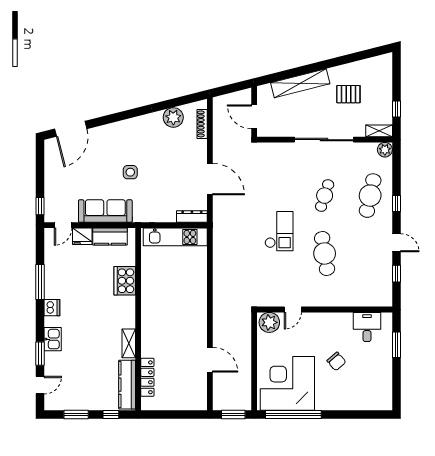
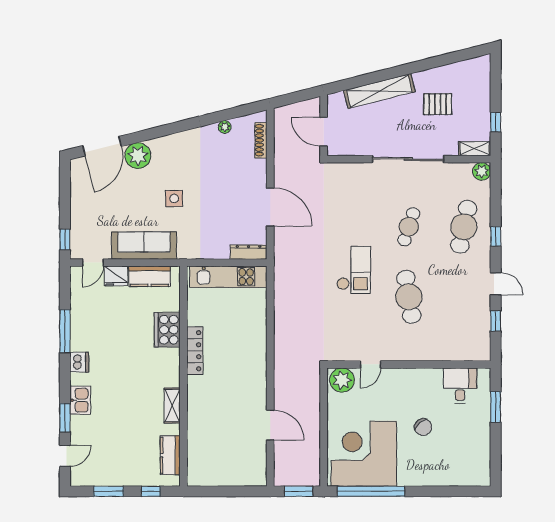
plant: (173, 117) -> (225, 127), width x0.53, depth x0.53
plant: (100, 137) -> (138, 156), added
locker: (147, 377) -> (195, 351), moved
kitchen counter: (127, 385) -> (170, 455), width x0.67

